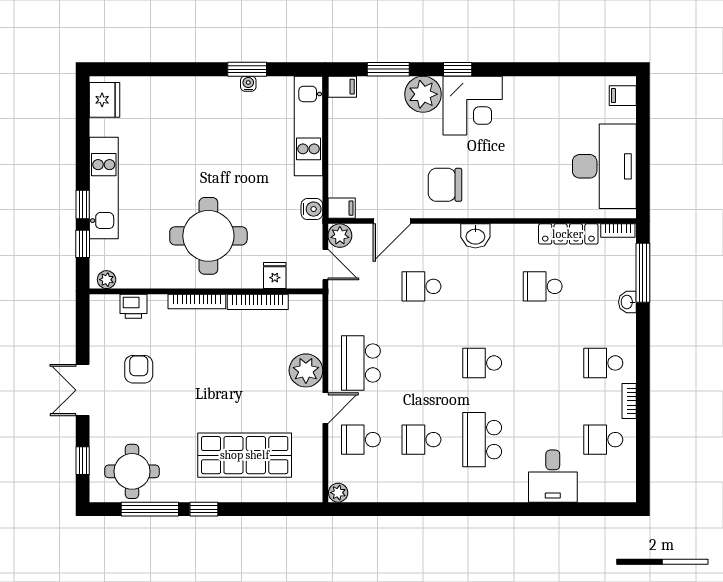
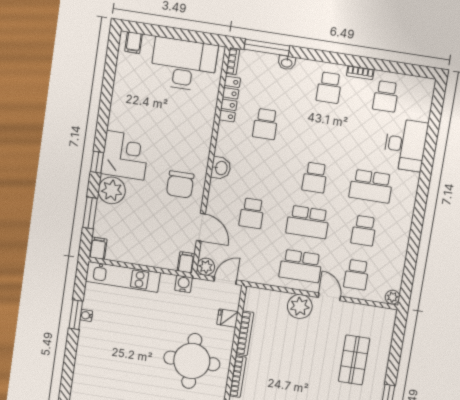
school desk: (421, 363) -> (308, 222), added
shop shelf: (245, 455) -> (354, 360), width x0.70, depth x0.74
desk: (553, 476) -> (405, 145), width x1.37

